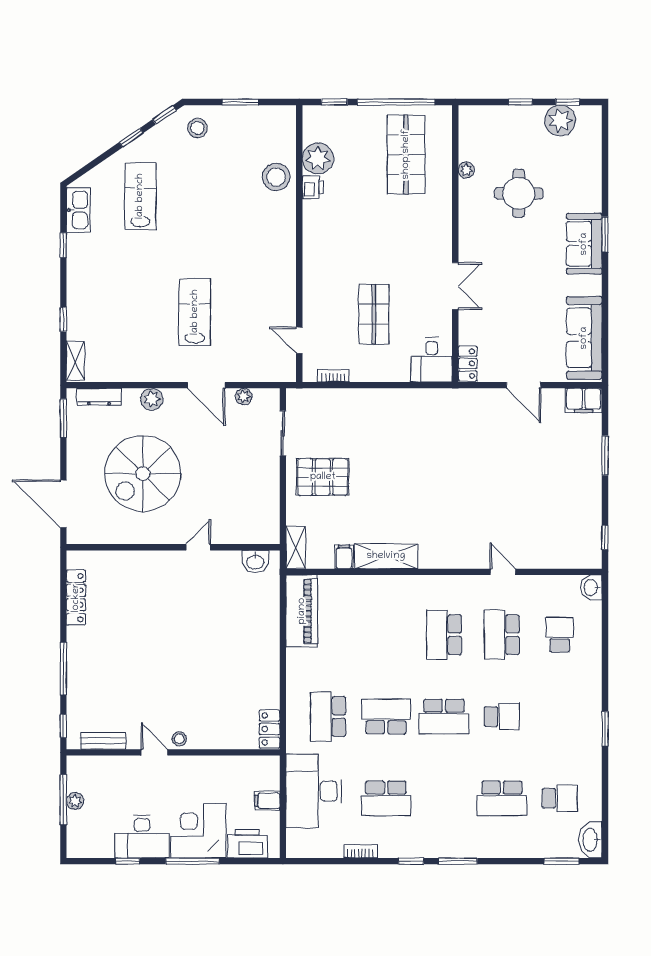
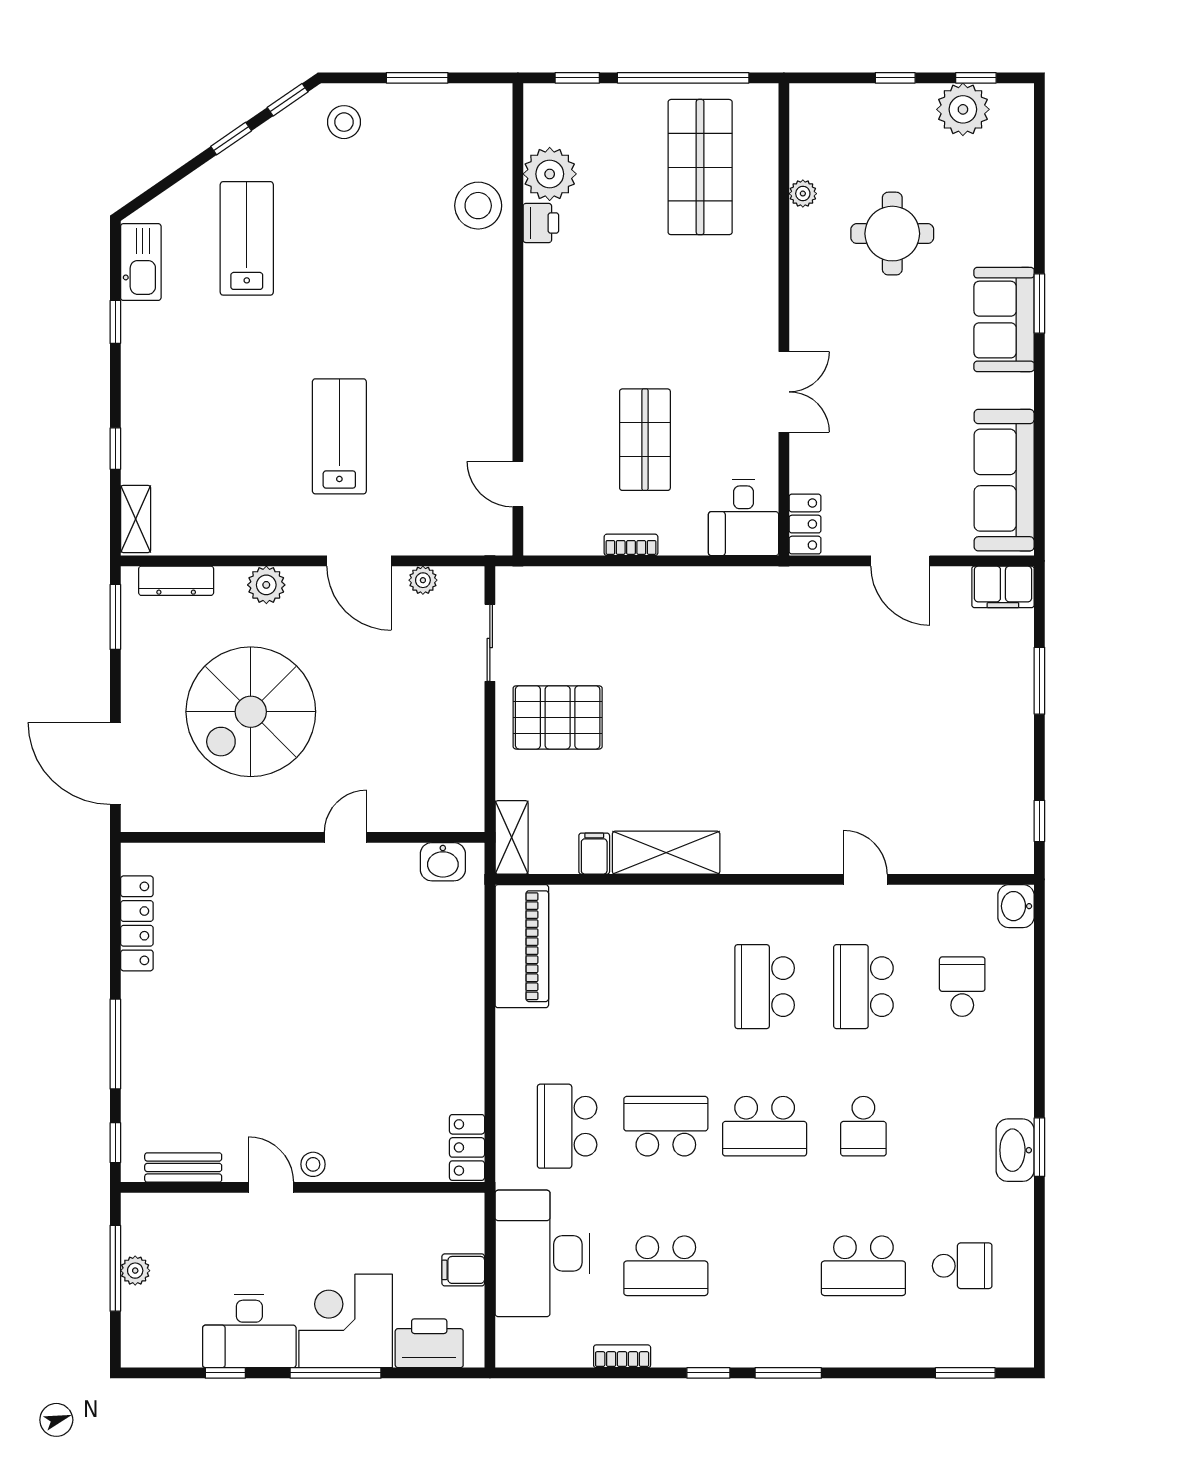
bookcase: (333, 376) -> (631, 545), moved
school desk: (502, 717) -> (863, 1126), turned 90
washbasin: (591, 840) -> (1015, 1150), moved

